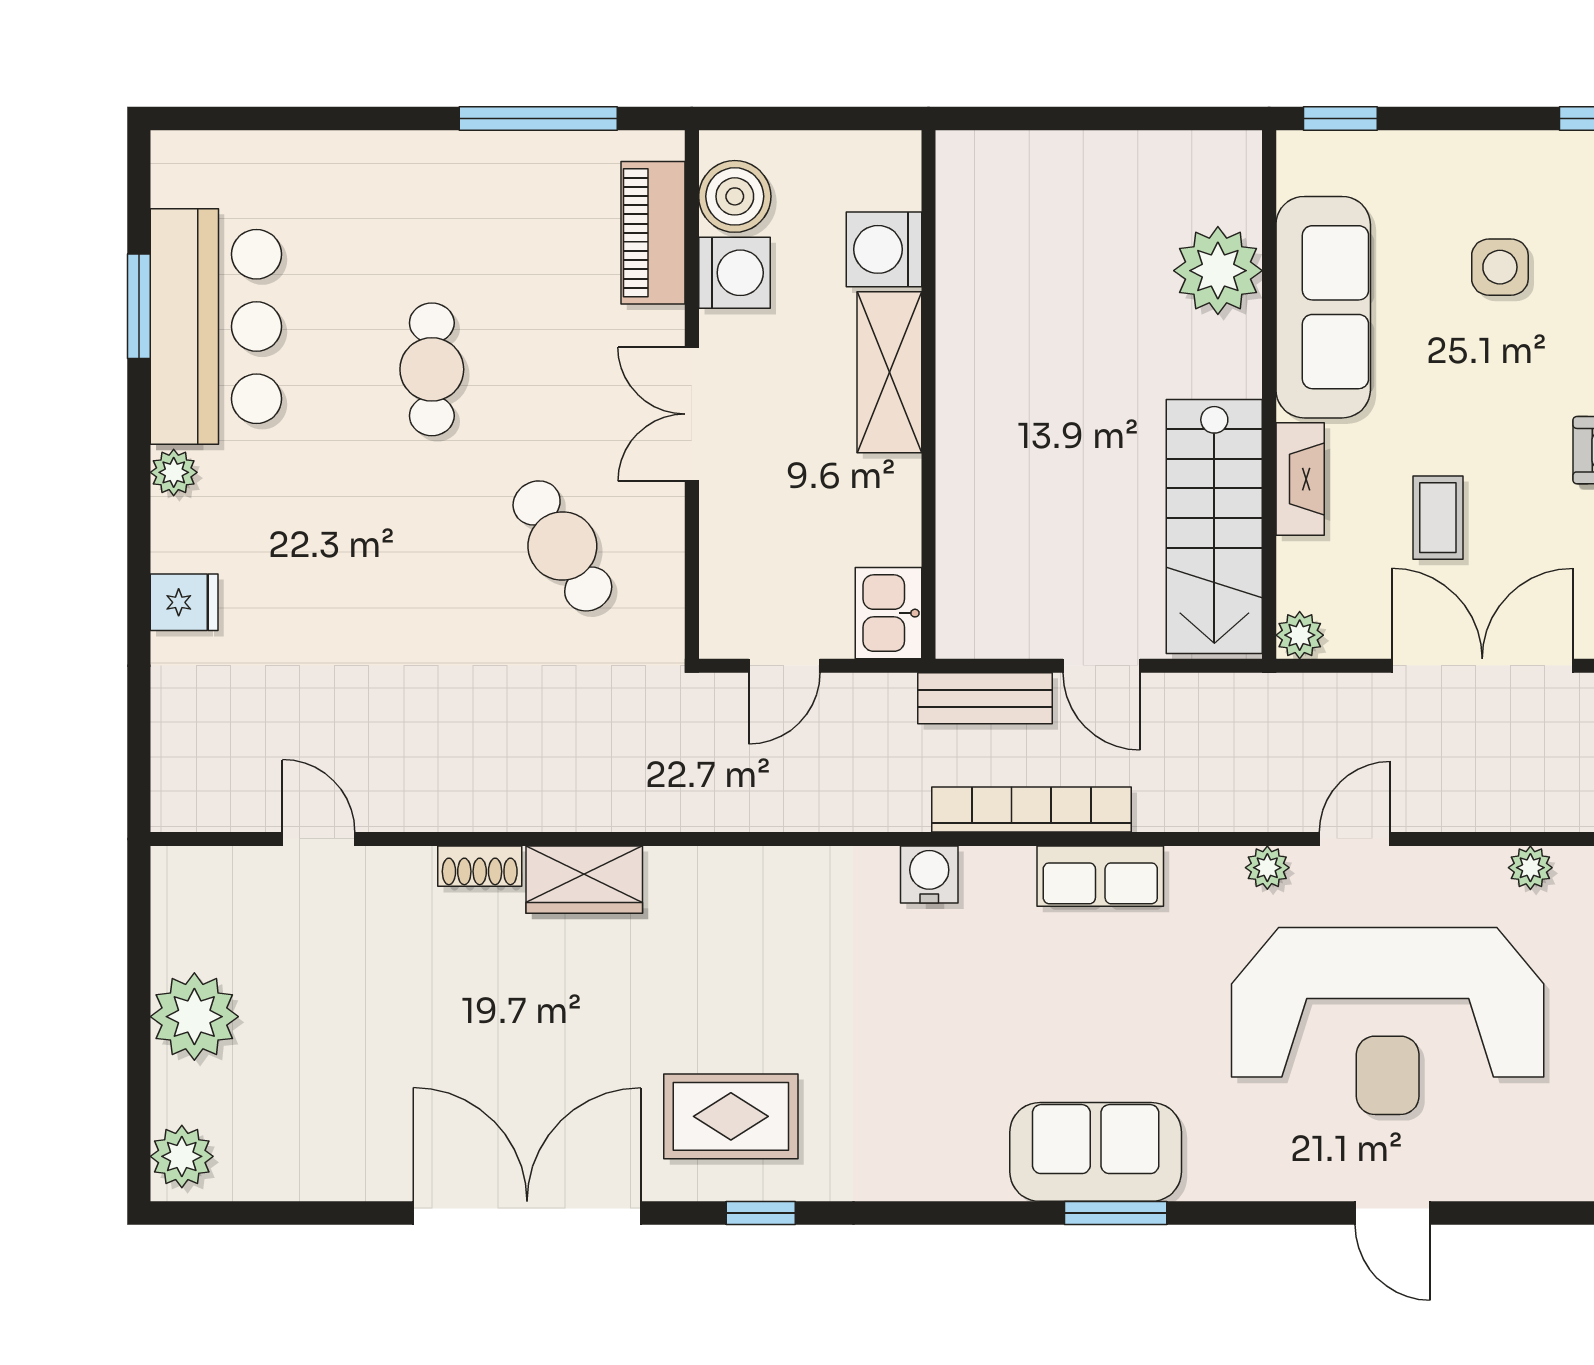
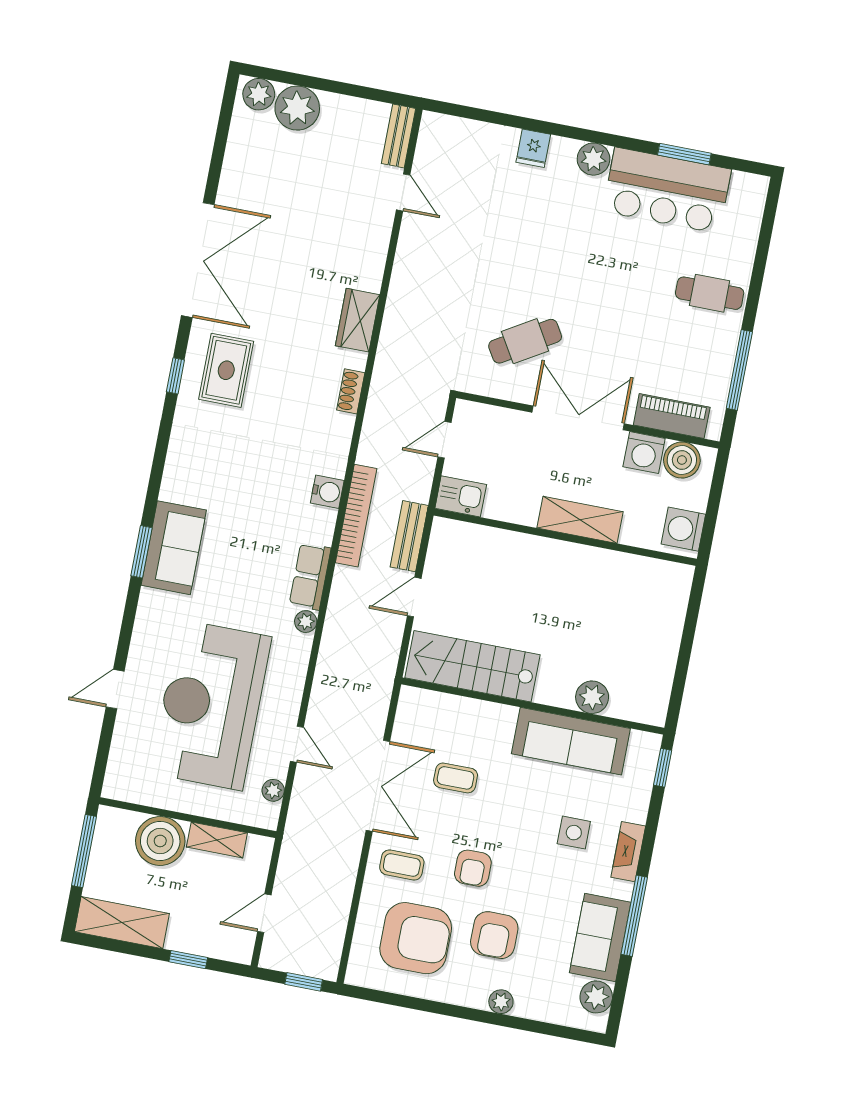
washing machine: (884, 249) -> (683, 529), moved, turned -90
plant: (1218, 271) -> (592, 697), width x0.73, depth x0.73
cafe table: (432, 369) -> (710, 293), moved
double door: (692, 414) -> (578, 418), width x1.37
plant: (174, 472) -> (593, 159), width x1.38, depth x1.38
fireplace: (1300, 479) -> (628, 852), moved, turned 90
plant: (1300, 635) -> (410, 698), removed
door: (784, 666) -> (445, 440), hinge flipped
bookcase: (1031, 809) -> (356, 516), moved
door: (319, 839) -> (403, 192), hinge flipped
door: (1355, 839) -> (297, 744), moved
shoe rack: (480, 866) -> (351, 391), moved
plant: (1267, 868) -> (306, 622), moved
bench: (211, 869) -> (399, 136), added
plant: (194, 1017) -> (297, 108), moved

